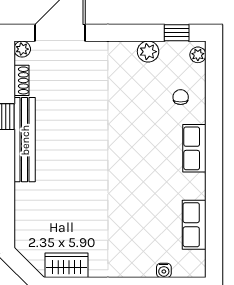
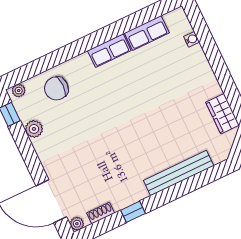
chair: (181, 97) -> (56, 88), width x1.87, depth x1.87
bench: (25, 140) -> (179, 173), moved
row of seats: (194, 148) -> (109, 51), moved

